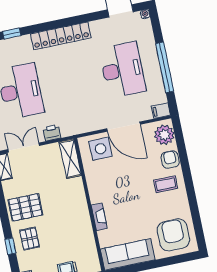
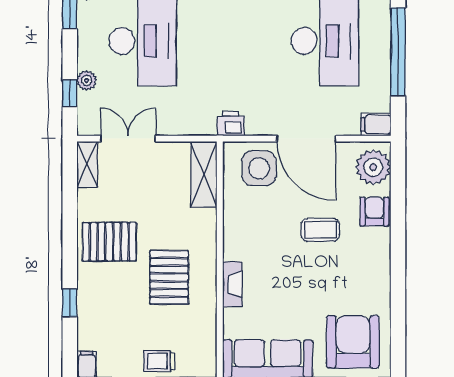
printer: (52, 133) -> (231, 124), moved
coffee table: (166, 184) -> (320, 230), moved
pallet: (29, 239) -> (169, 277), moved, width x1.50, depth x1.42

